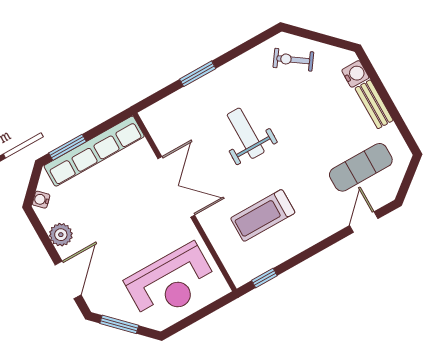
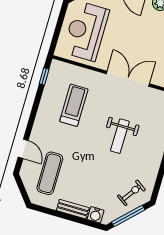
window: (321, 38) -> (128, 216), added
weight bench: (246, 133) -> (120, 136), turned 90
double door: (176, 187) -> (128, 79), swing flipped

